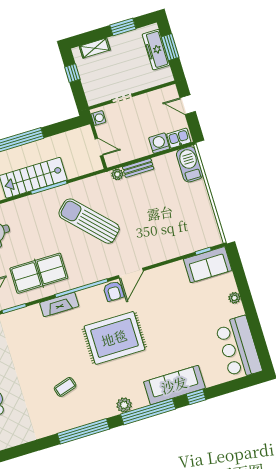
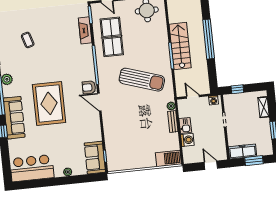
freezer: (156, 50) -> (243, 151), moved
window: (72, 73) -> (237, 89), moved
door: (188, 105) -> (211, 165), hinge flipped
kitchen sink: (179, 138) -> (185, 125), moved
door: (99, 147) -> (193, 97), swing flipped
sun lounger: (89, 221) -> (142, 80), turned 62
fireplace: (59, 304) -> (85, 30), moved
rug: (114, 338) -> (49, 103), moved

